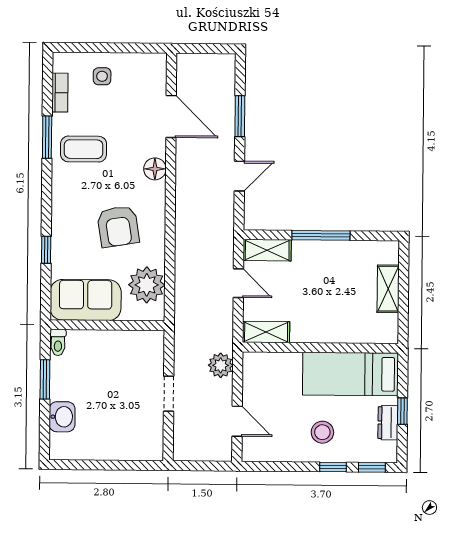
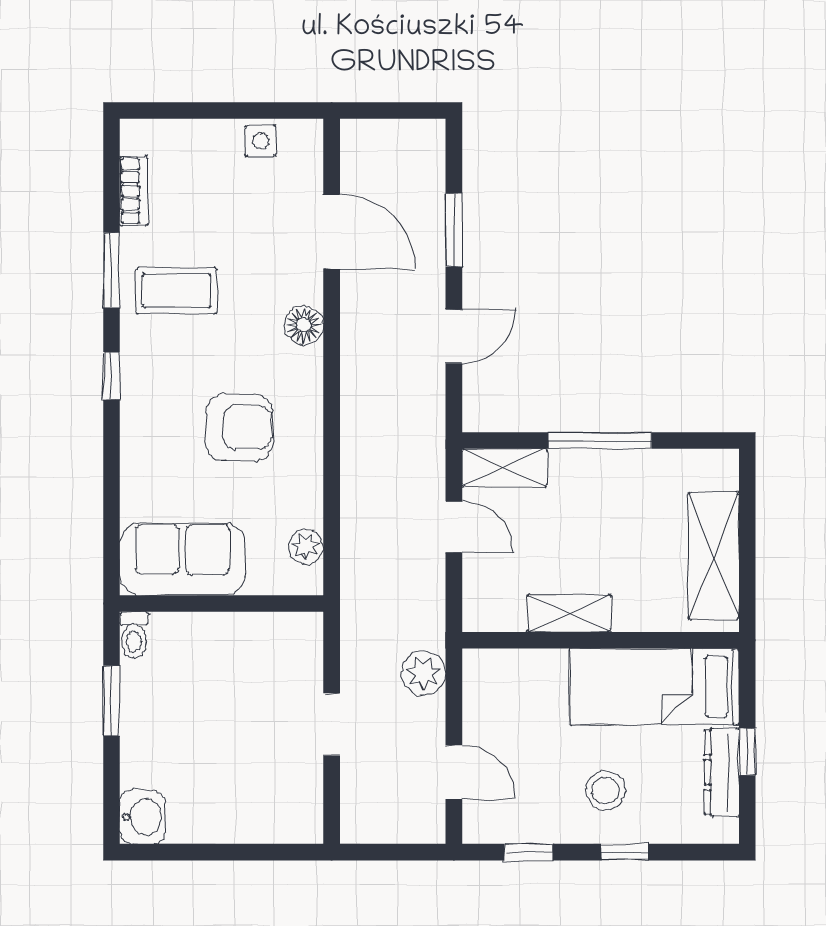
side table: (102, 76) -> (261, 141), moved
armchair: (118, 226) -> (239, 428), turned -81
window: (46, 250) -> (112, 376), moved
plant: (147, 285) -> (306, 546), width x0.53, depth x0.53
shelving: (388, 289) -> (714, 556), width x1.50, depth x1.33
shelving: (266, 332) -> (569, 613), moved
washbasin: (62, 417) -> (143, 817), moved
dresser: (388, 423) -> (722, 772), width x1.44
window: (372, 467) -> (529, 852), moved

